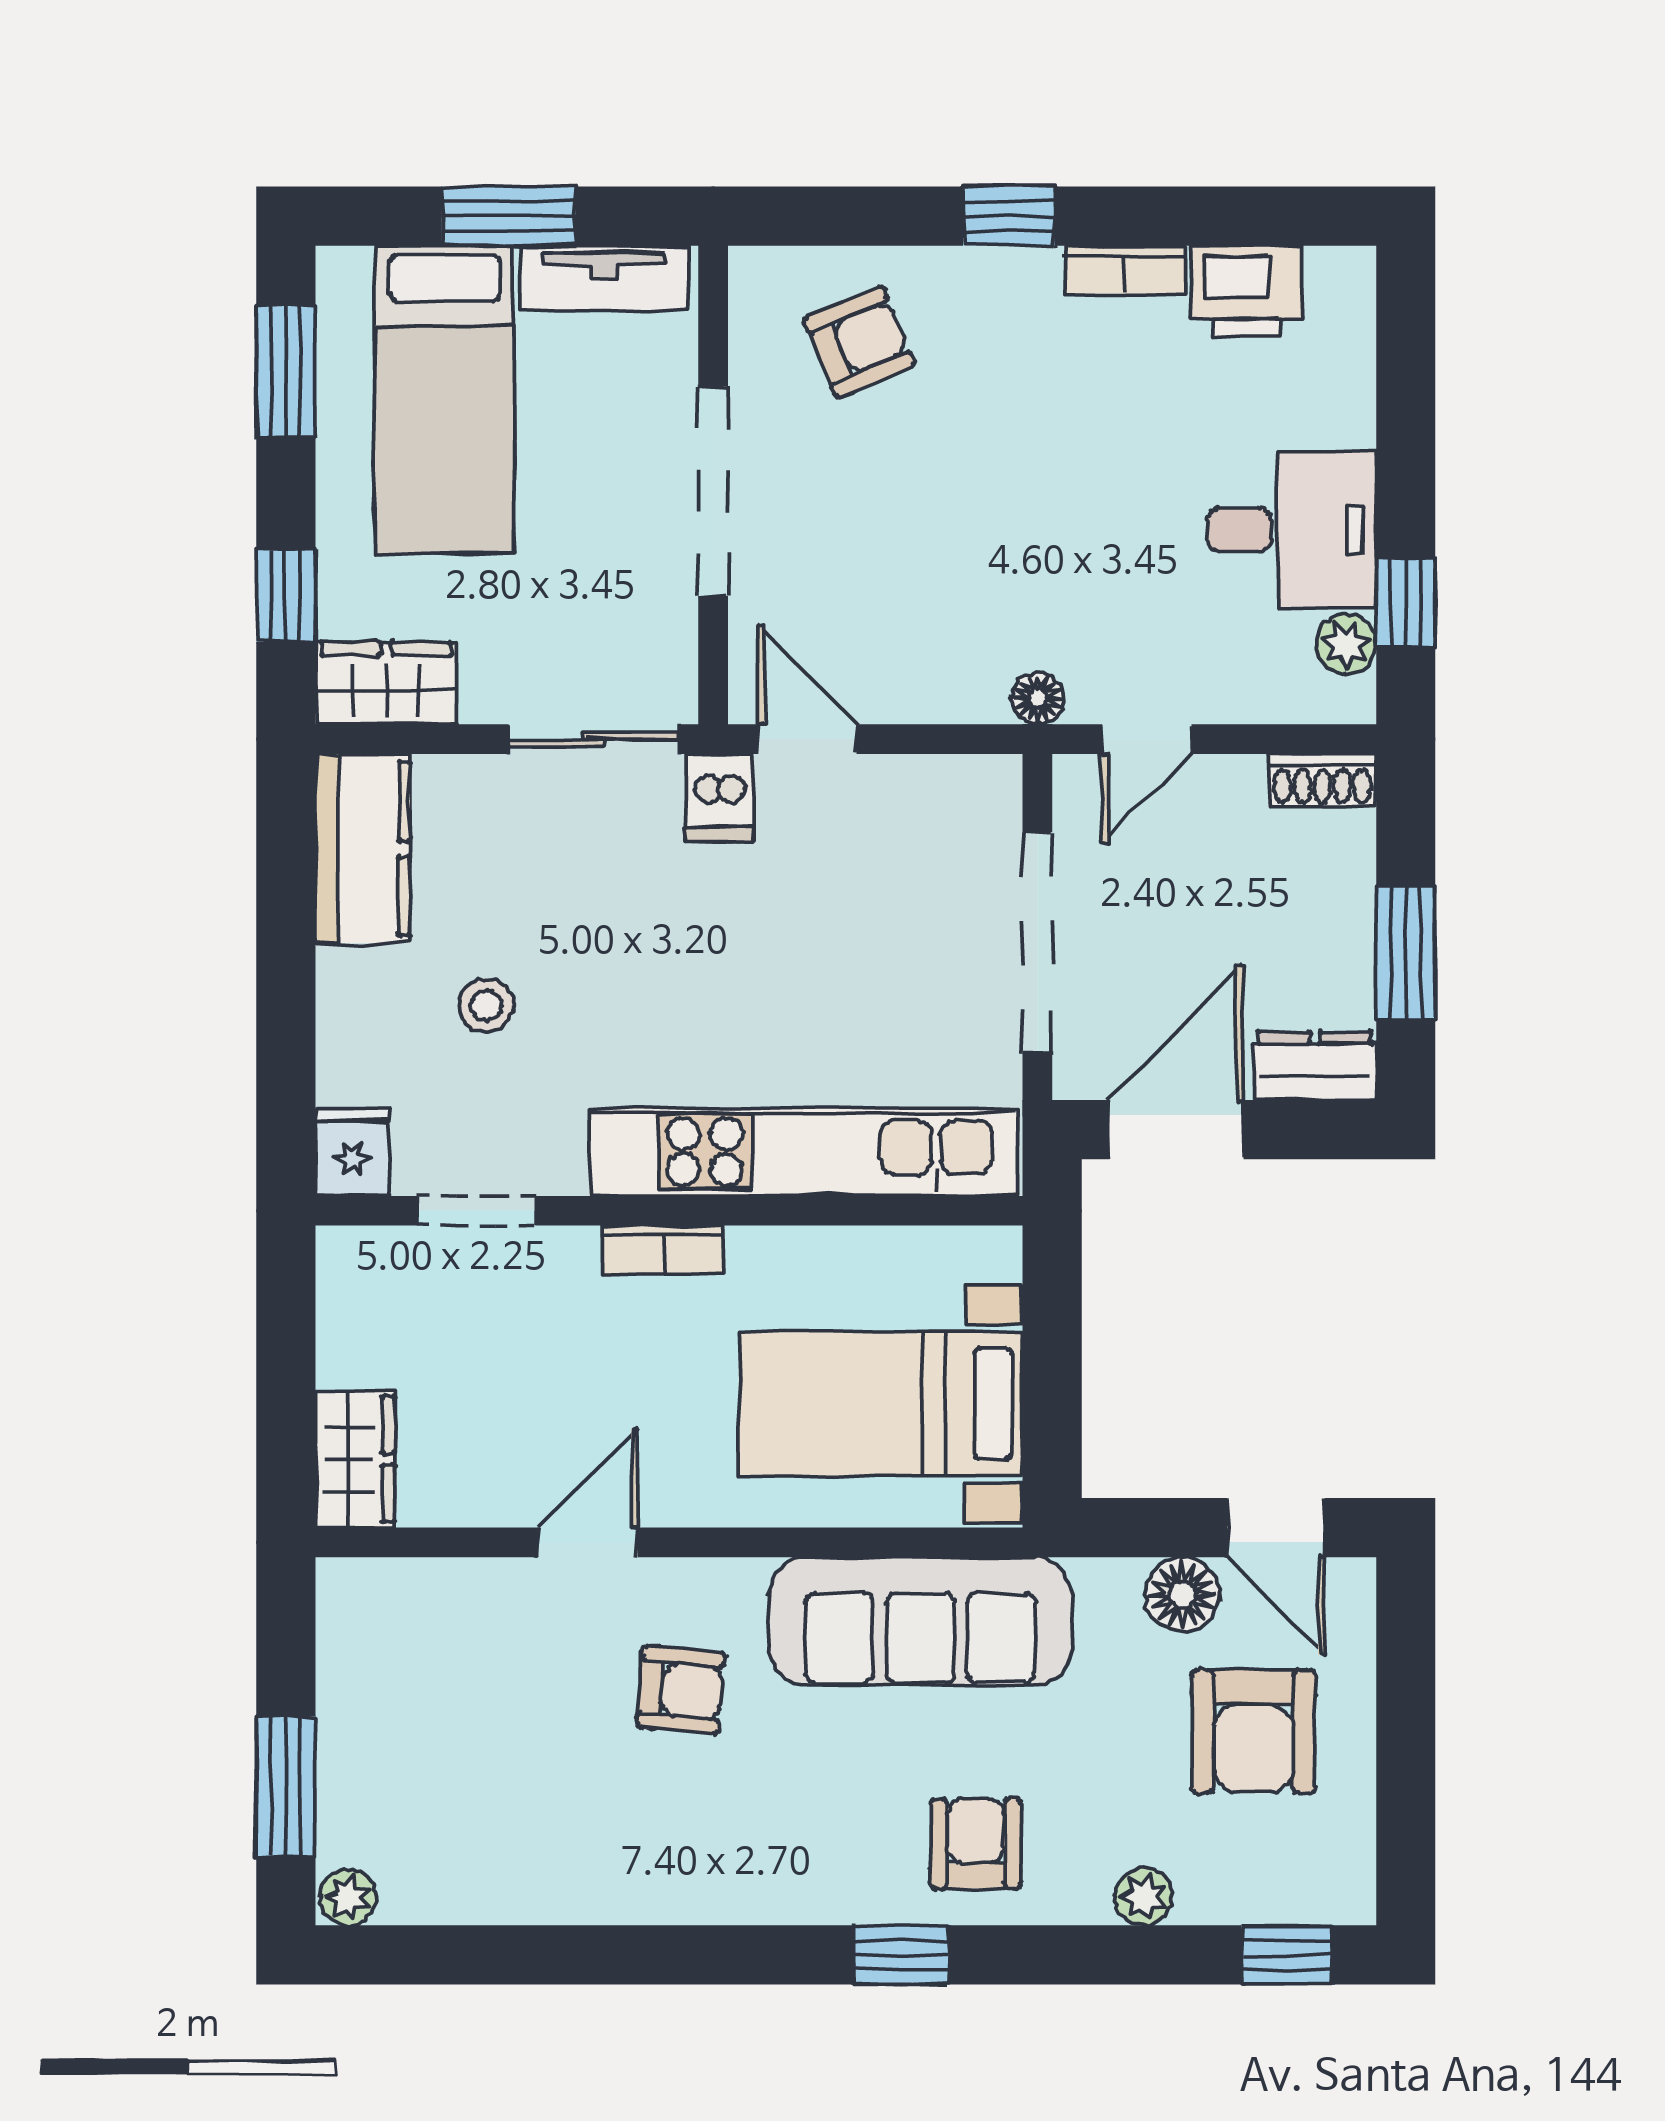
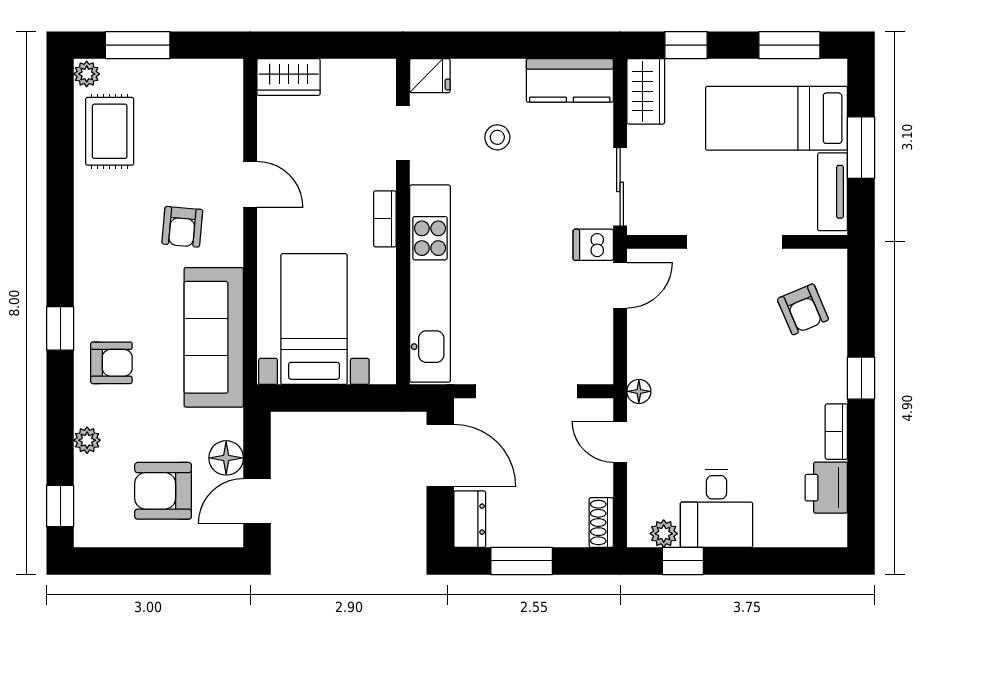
rug: (473, 1847) -> (110, 131), added

